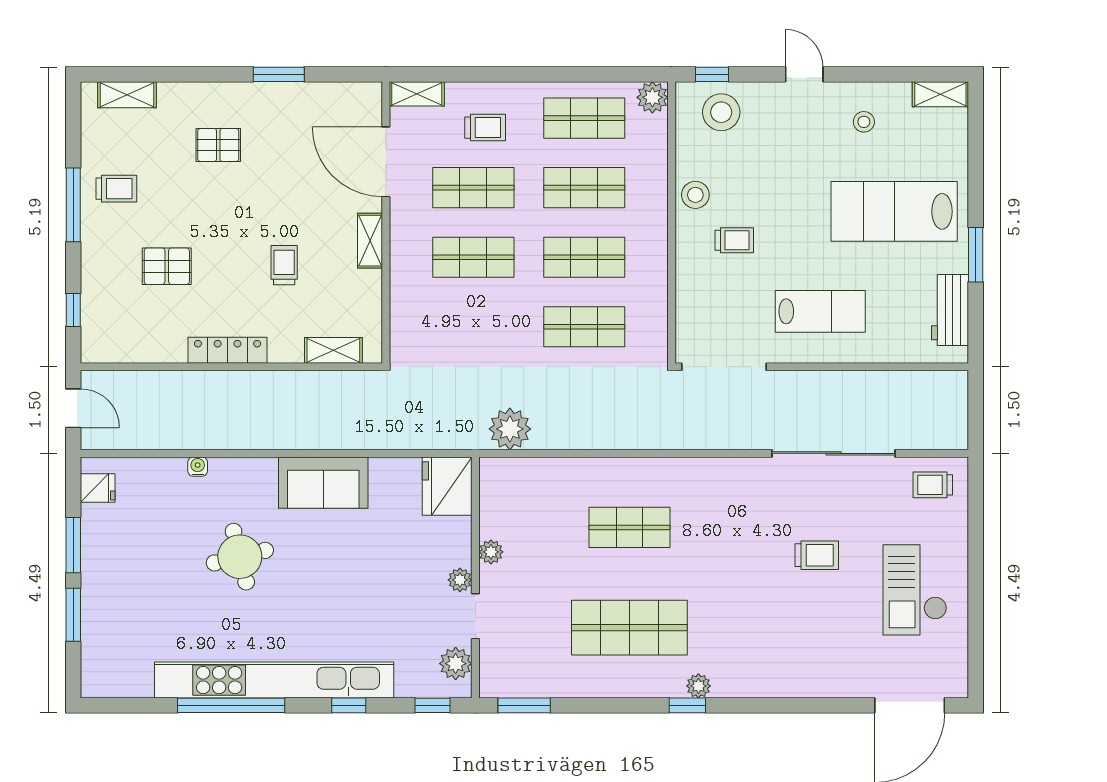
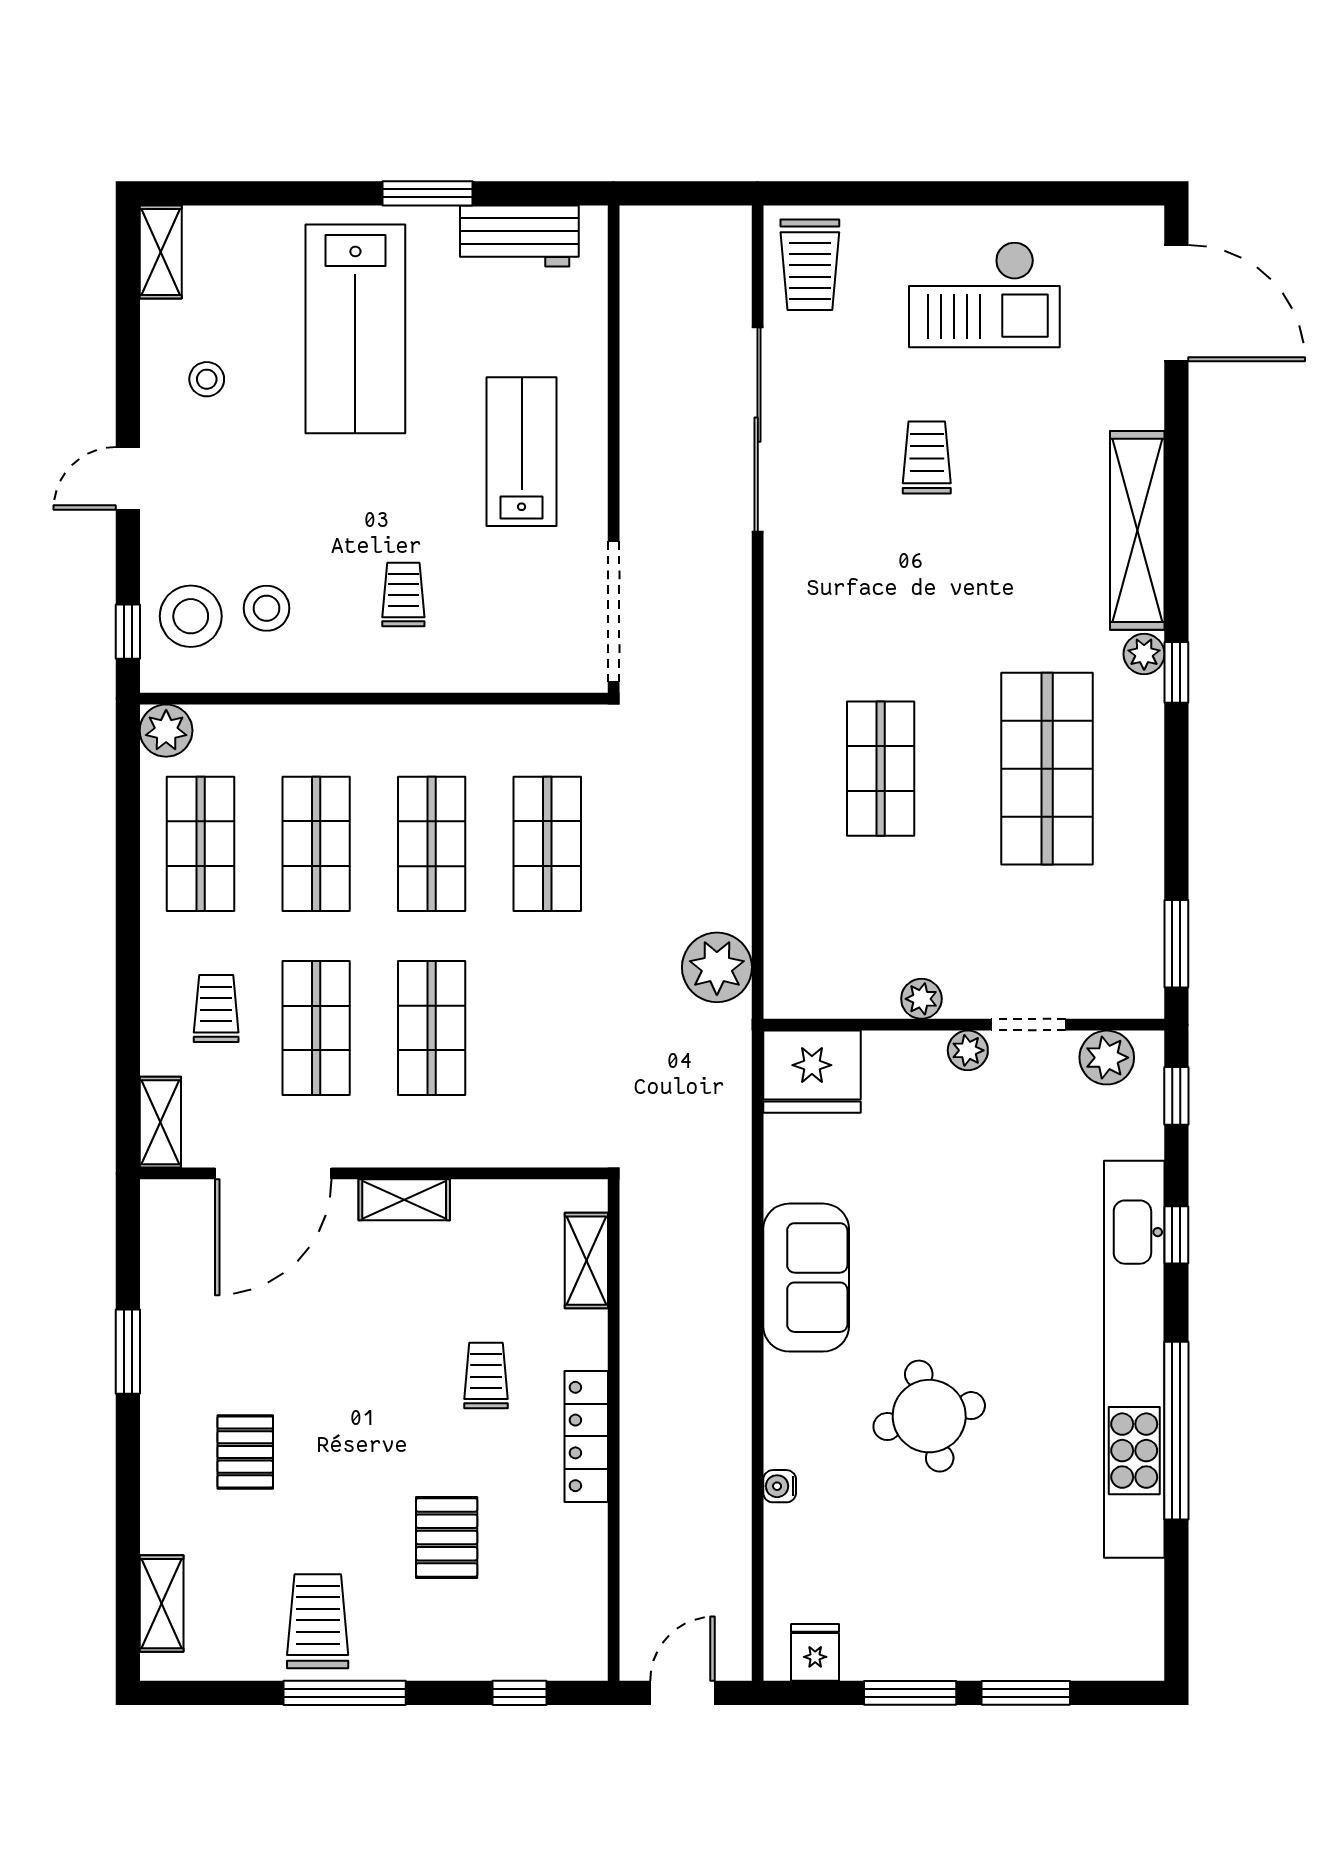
trolley: (116, 189) -> (318, 1621), width x1.36, depth x1.39
stool: (695, 195) -> (267, 608), moved
trolley: (284, 265) -> (486, 1375), moved, turned 90
trolley: (933, 485) -> (810, 265), width x1.36, depth x1.39
shelving: (773, 682) -> (1137, 530), added

